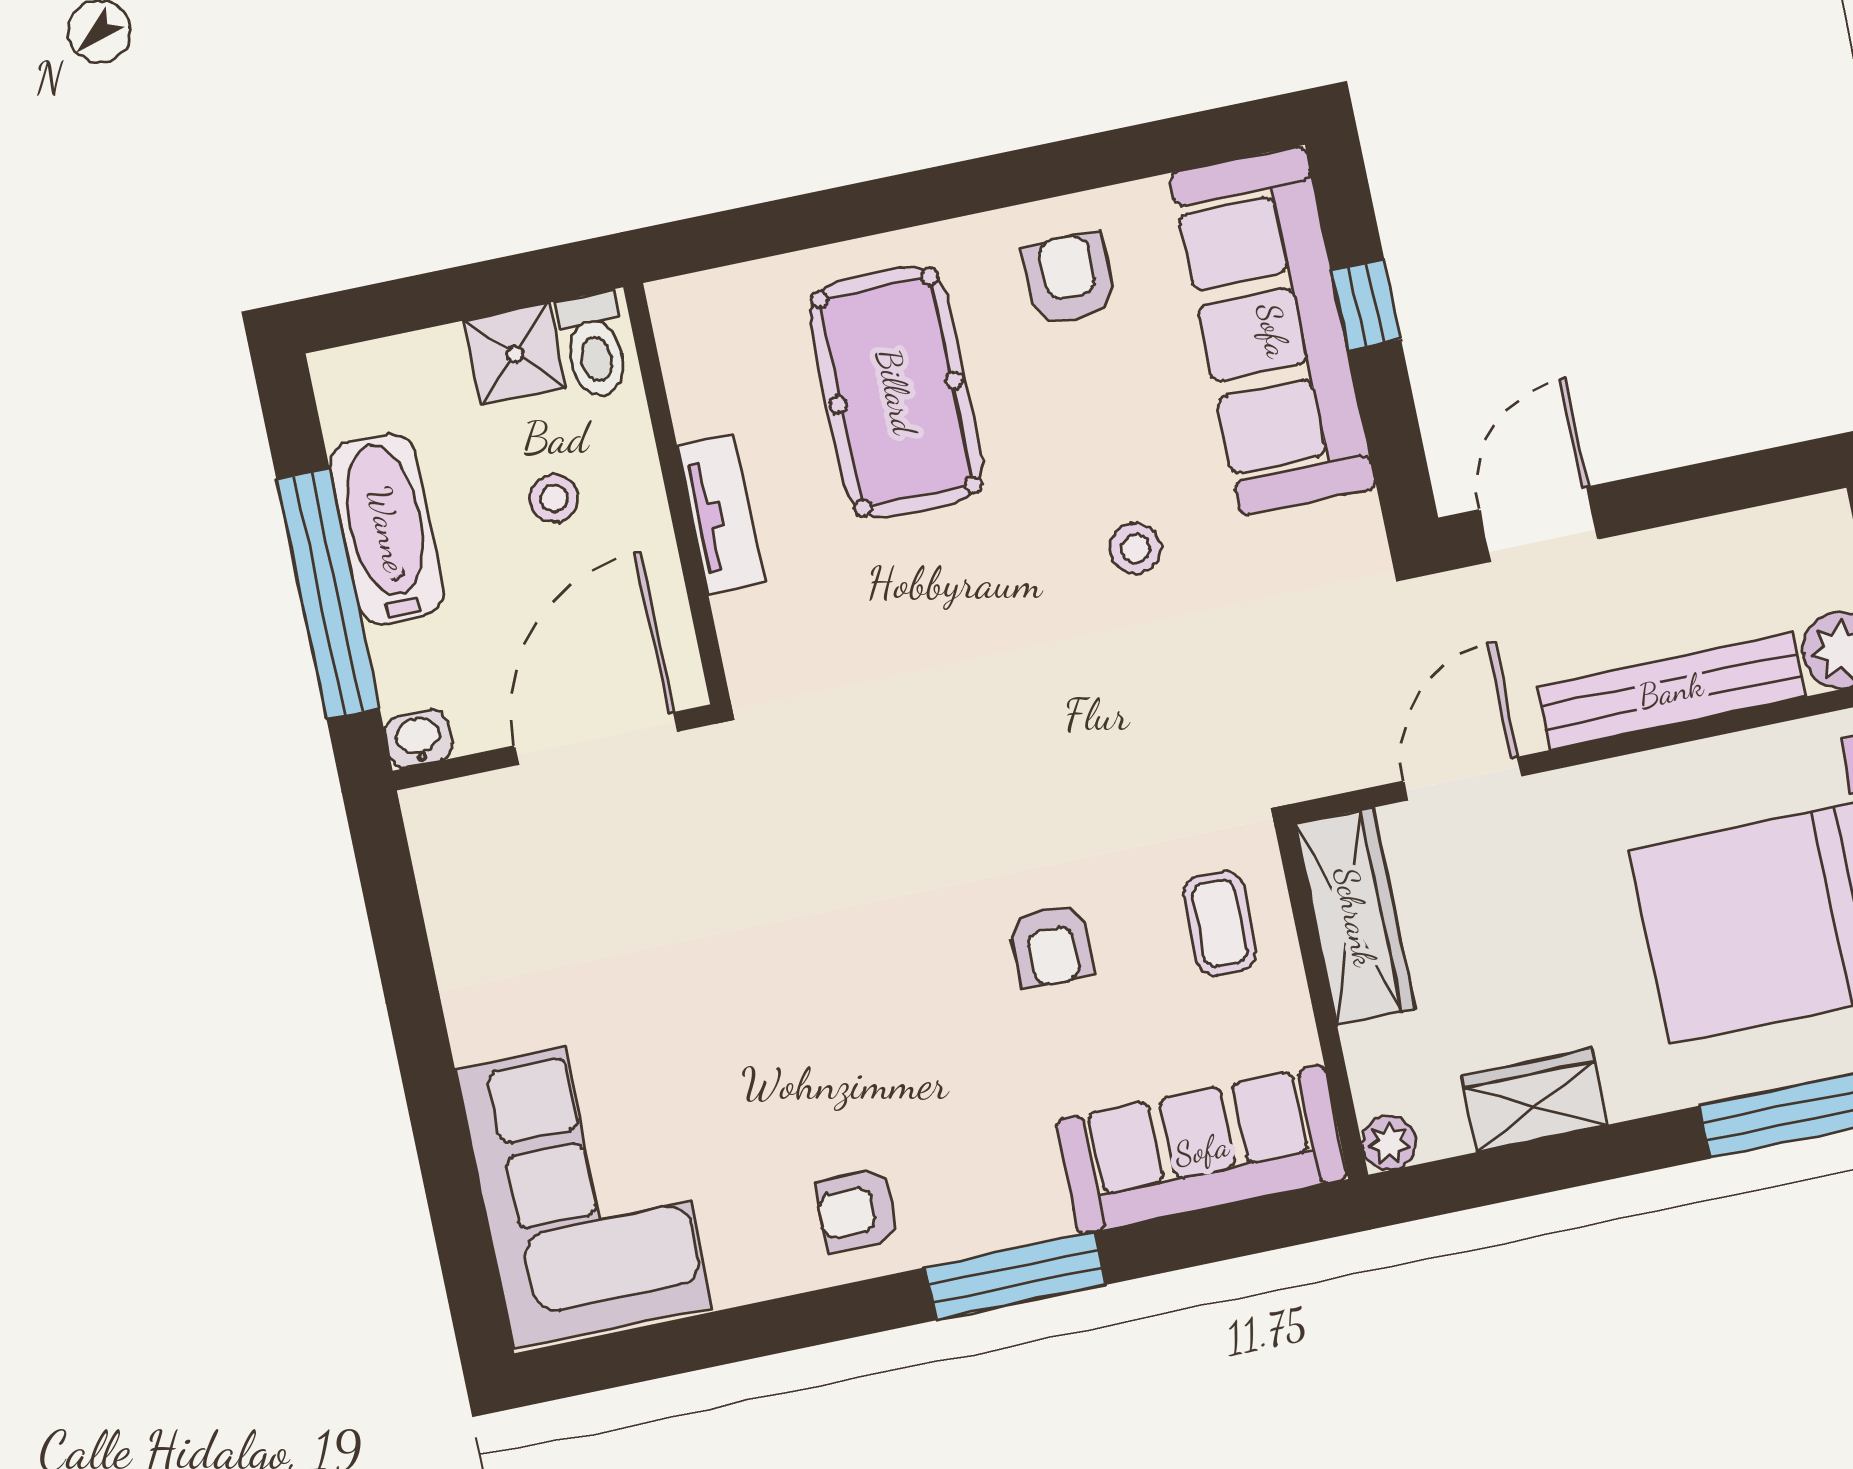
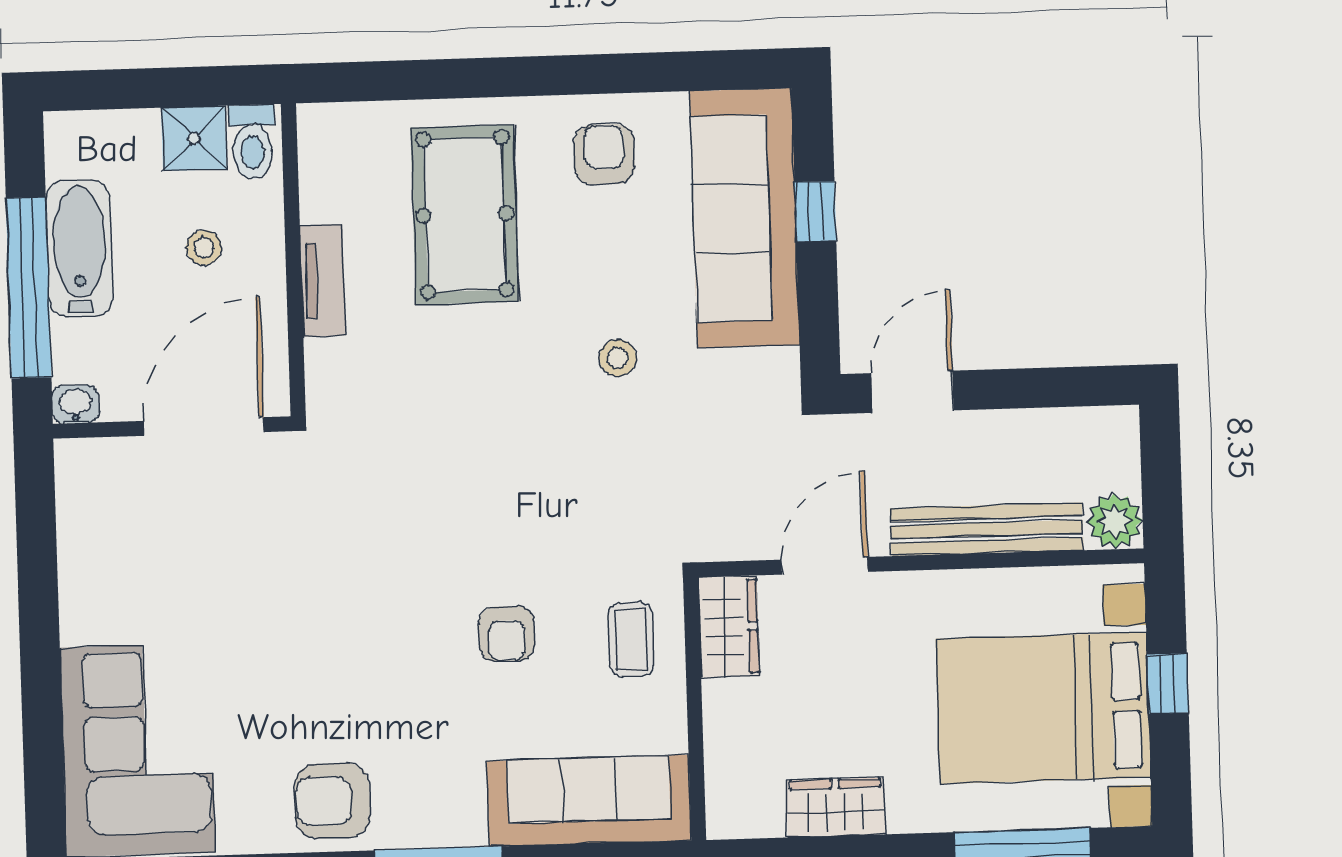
wardrobe: (1355, 917) -> (729, 627), width x0.67
plant: (1389, 1143) -> (725, 820), removed
armchair: (857, 1211) -> (332, 801), width x1.38, depth x1.38

